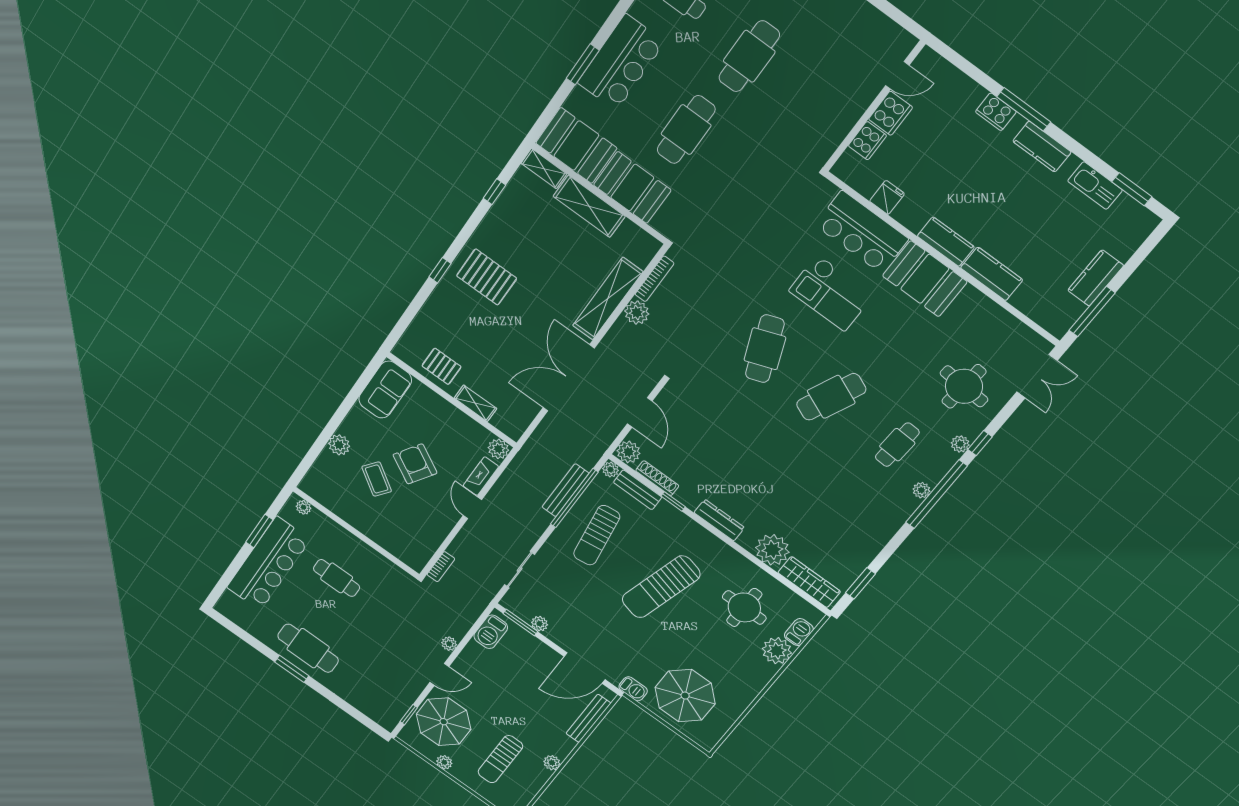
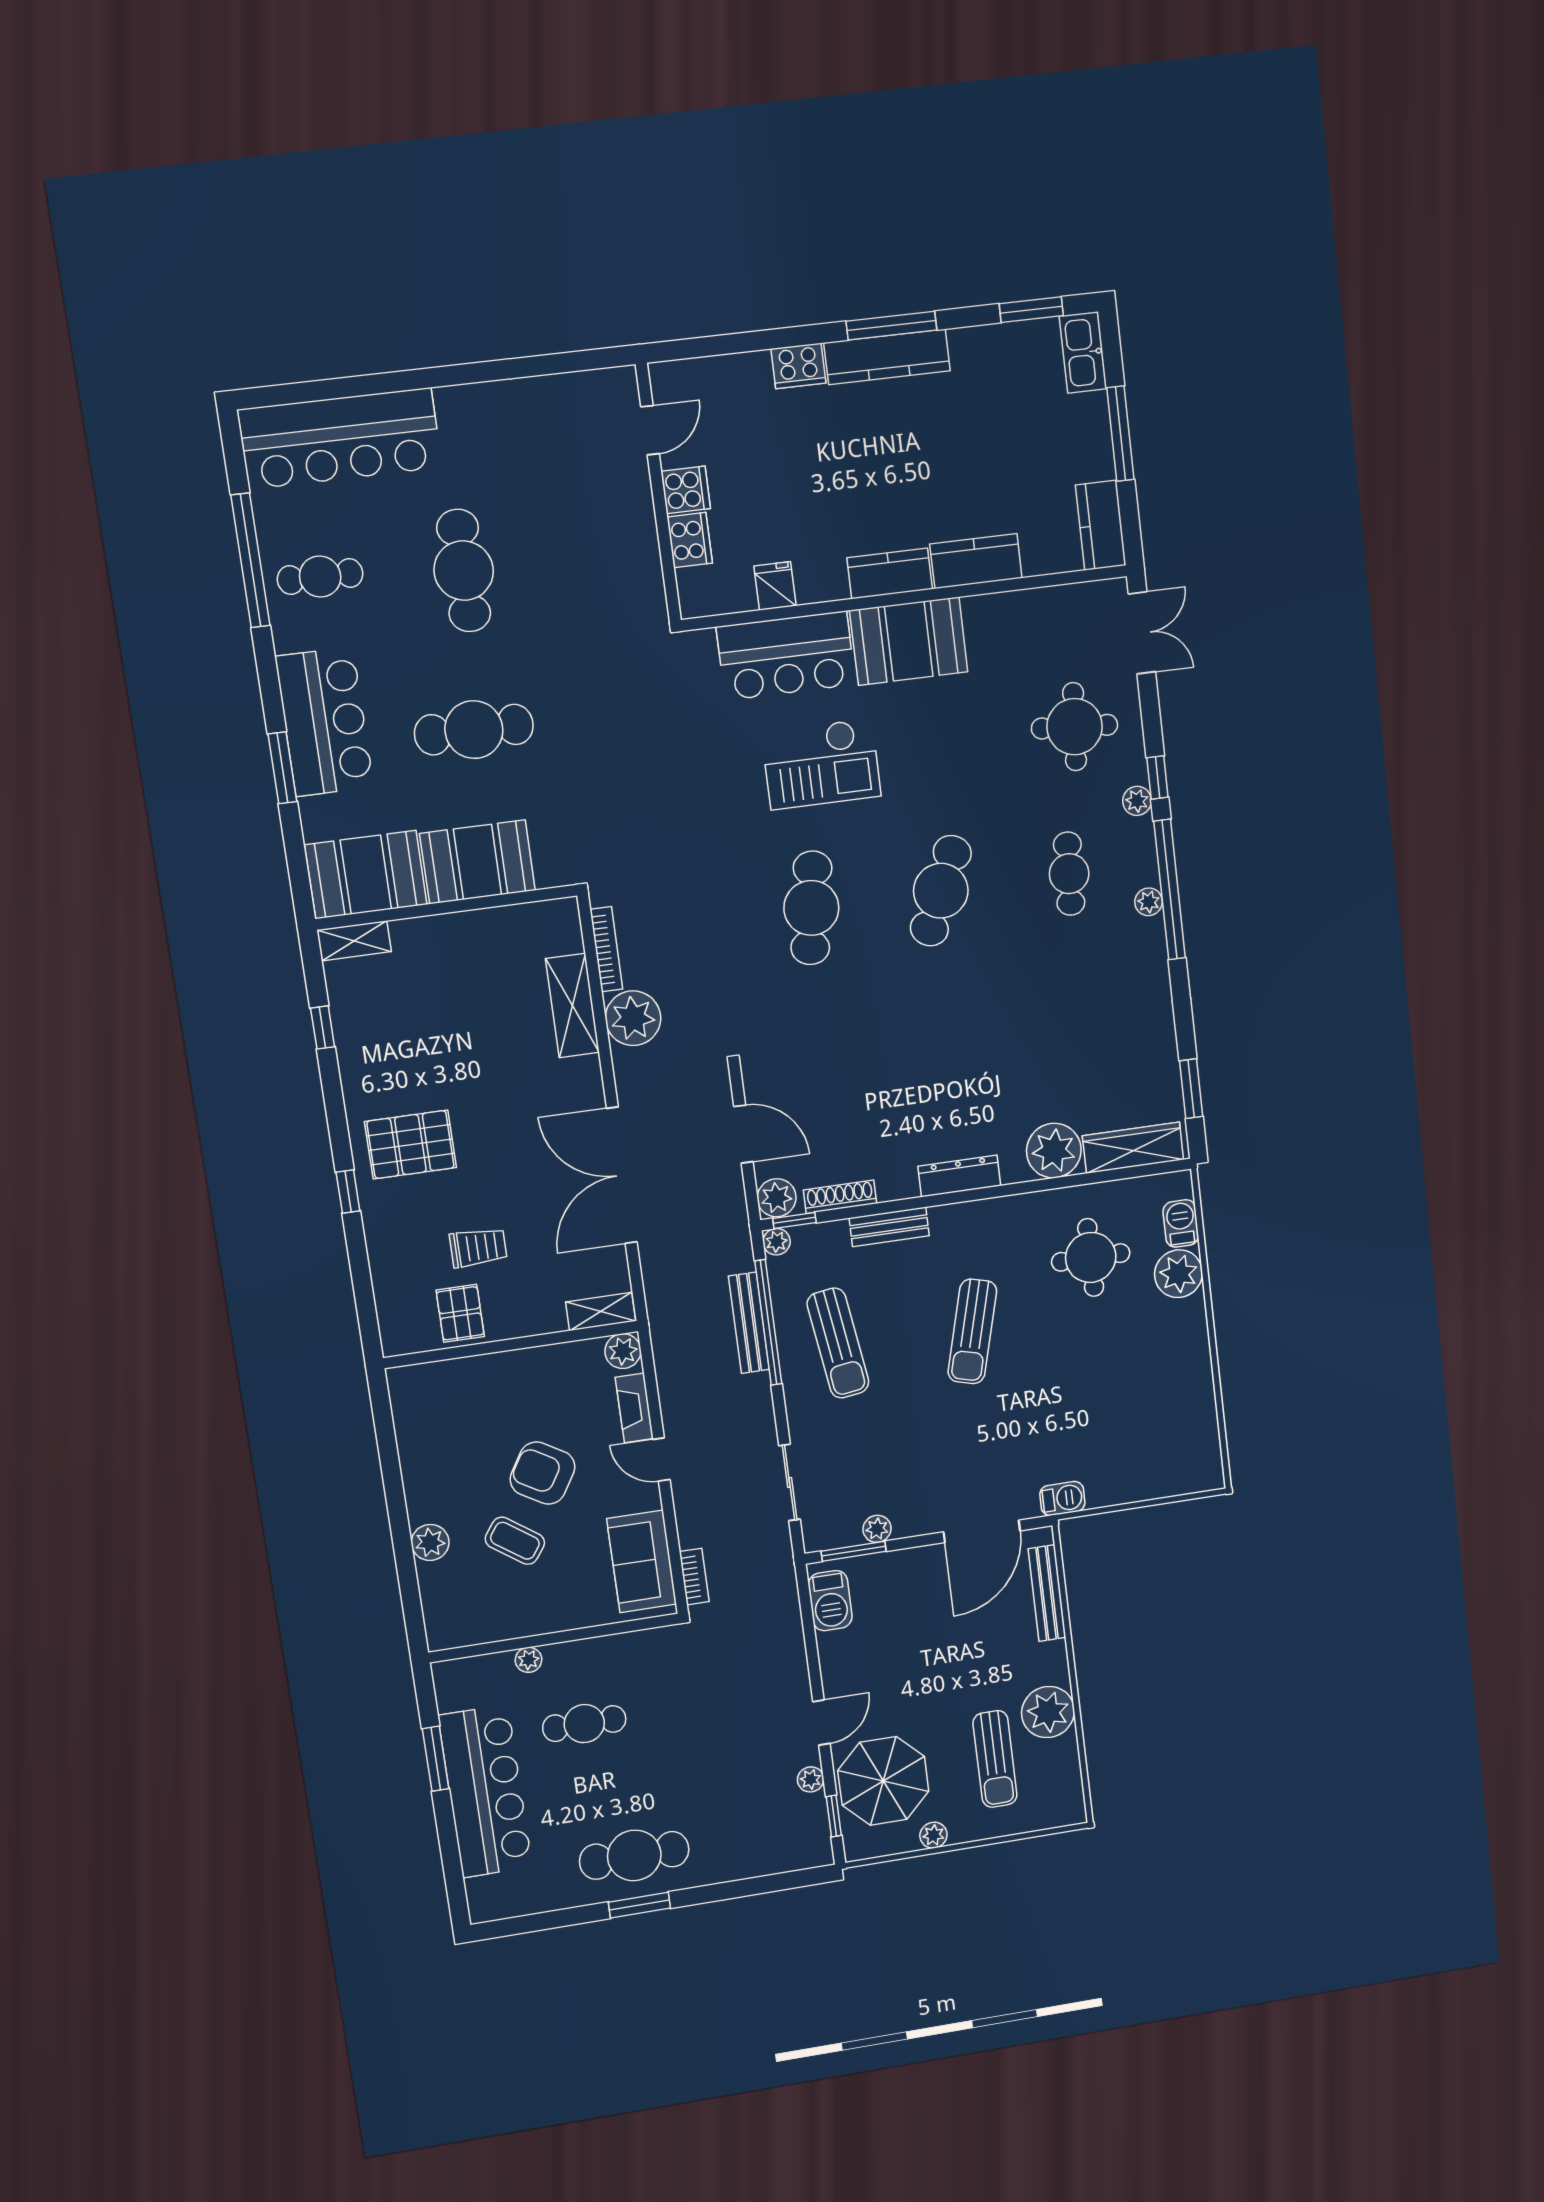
window: (1024, 109) -> (891, 326), moved
cooker: (891, 113) -> (686, 490), width x0.73
cafe table: (686, 130) -> (474, 730), turned 90
kitchen counter: (1042, 147) -> (887, 357), width x1.50
kitchen sink: (1095, 186) -> (1083, 352), moved, turned 90
shelving: (589, 206) -> (449, 935), removed
kitchen counter: (1096, 278) -> (1101, 525), moved
shelving: (608, 299) -> (572, 1006), width x0.68
window: (1092, 312) -> (1120, 434), moved
plant: (637, 313) -> (633, 1018), width x1.36, depth x1.36
trolley: (476, 347) -> (478, 1247), added
cafe table: (765, 349) -> (811, 908), turned 30
pallet: (441, 366) -> (460, 1313), turned 90
sofa: (385, 390) -> (642, 1561), moved, turned 180
shelving: (475, 403) -> (601, 1311), moved
bench: (638, 490) -> (889, 1227), moved
window: (673, 501) -> (794, 1220), moved
plant: (304, 507) -> (529, 1660), moved
sun lounger: (661, 587) -> (972, 1331), width x0.73, depth x0.75
plant: (449, 644) -> (811, 1779), moved
parasol: (685, 696) -> (1129, 1443), removed
plant: (552, 763) -> (1048, 1712), width x1.88, depth x1.88

